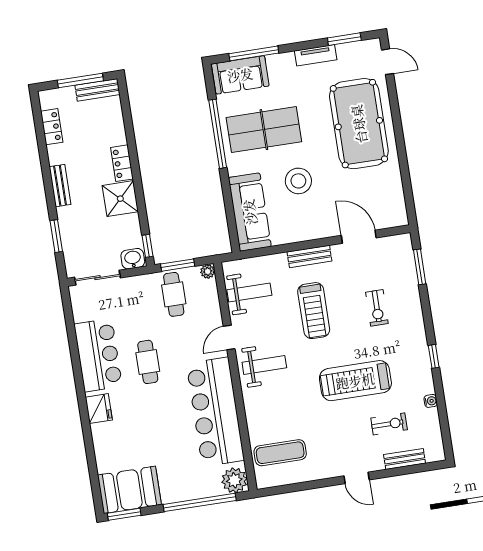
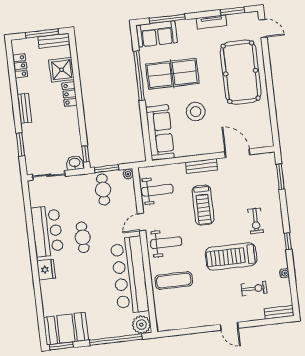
shower: (120, 199) -> (62, 70), moved
exercise bike: (377, 308) -> (256, 221), moved
exercise mat: (280, 453) -> (174, 281), moved
bench: (405, 459) -> (279, 312), moved

